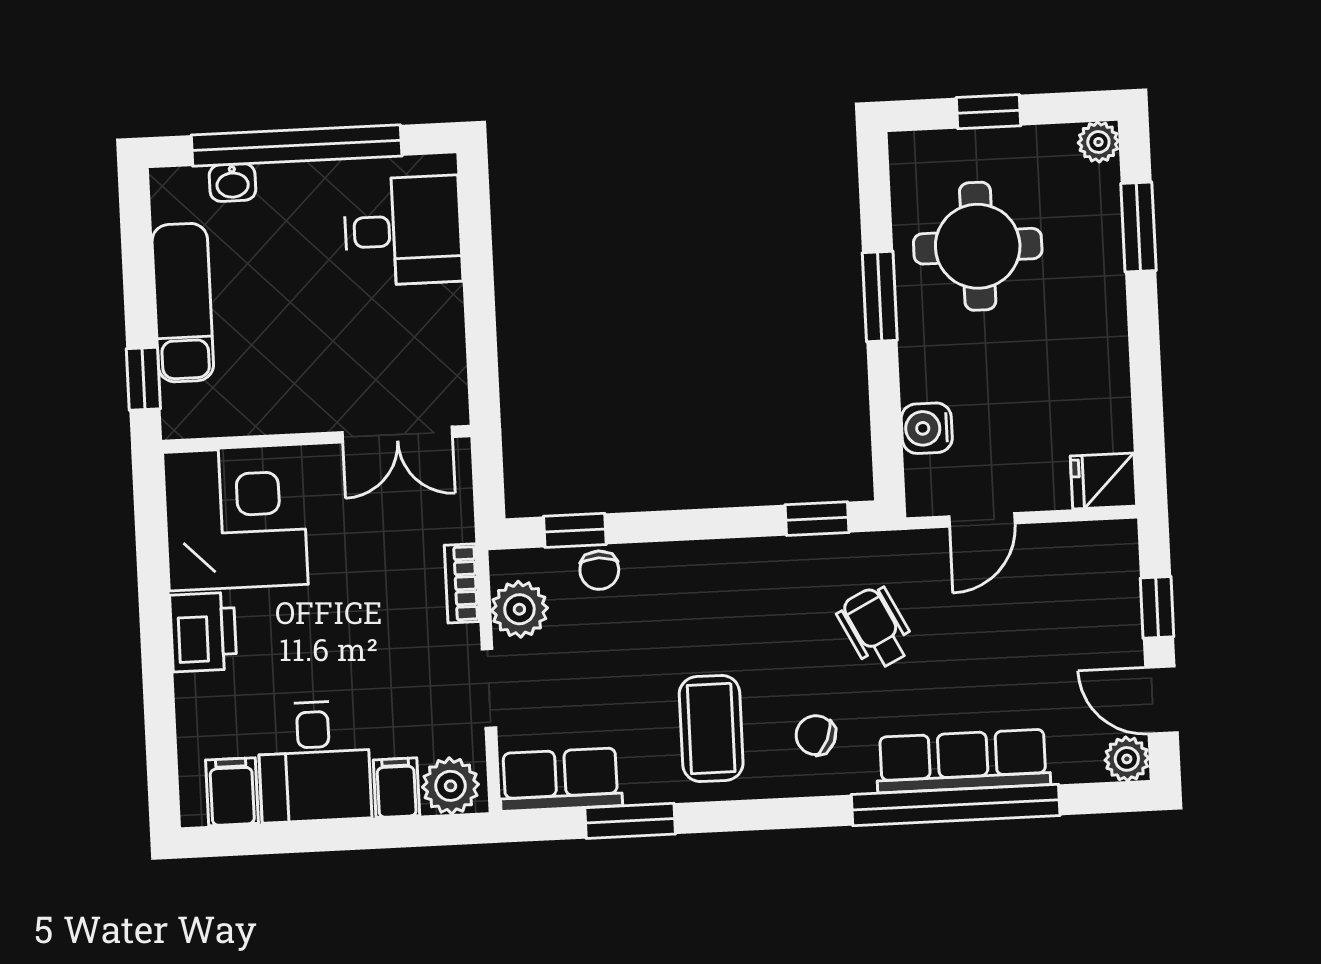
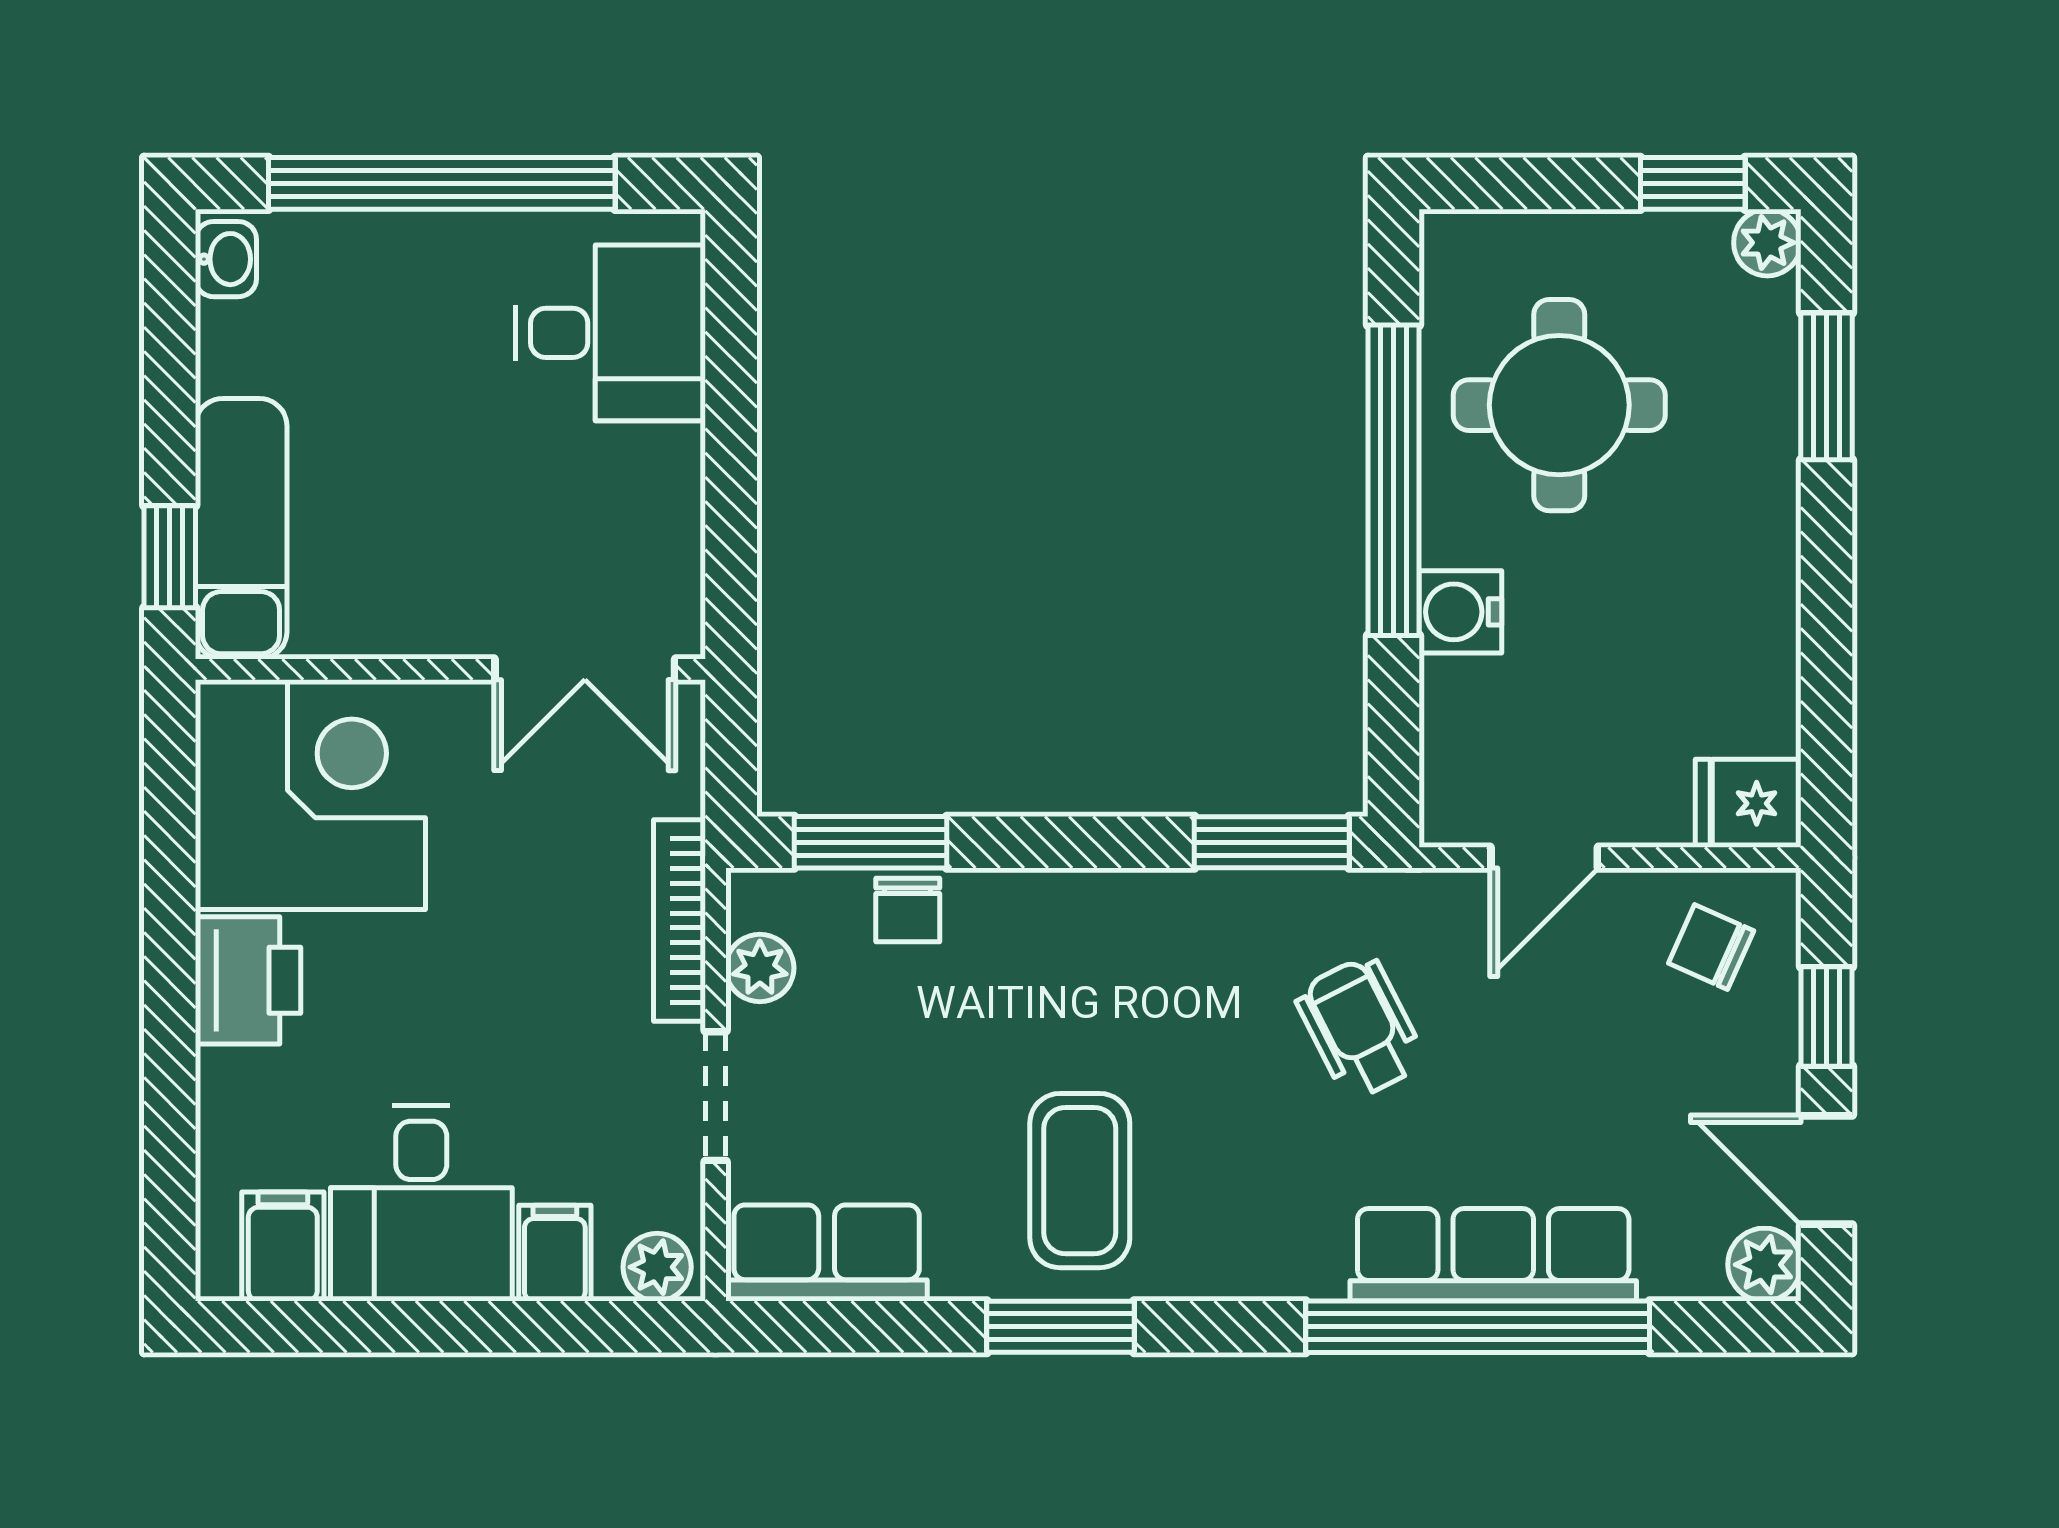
window: (988, 112) -> (1693, 183), moved
washbasin: (232, 183) -> (226, 259), moved, turned -90
window: (880, 297) -> (1393, 480), width x2.11
exam couch: (183, 303) -> (241, 529), moved
water cooler: (927, 428) -> (1460, 612), moved
window: (817, 519) -> (1272, 842), width x1.50
window: (575, 530) -> (870, 842), width x1.50
bookcase: (462, 583) -> (680, 921), width x1.56
plant: (519, 609) -> (760, 968), width x0.73, depth x0.73
chair: (816, 735) -> (1711, 947), moved
plant: (451, 786) -> (657, 1267), width x0.73, depth x0.73
window: (630, 821) -> (1061, 1327), moved

